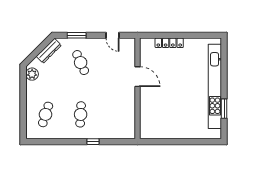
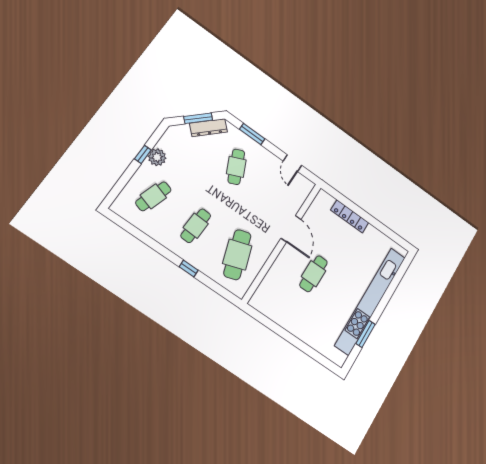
window: (39, 50) -> (198, 118), added
plant: (32, 74) -> (157, 157), moved
window: (23, 94) -> (143, 154), added
cafe table: (169, 94) -> (314, 274), added
cafe table: (116, 114) -> (237, 255), added

